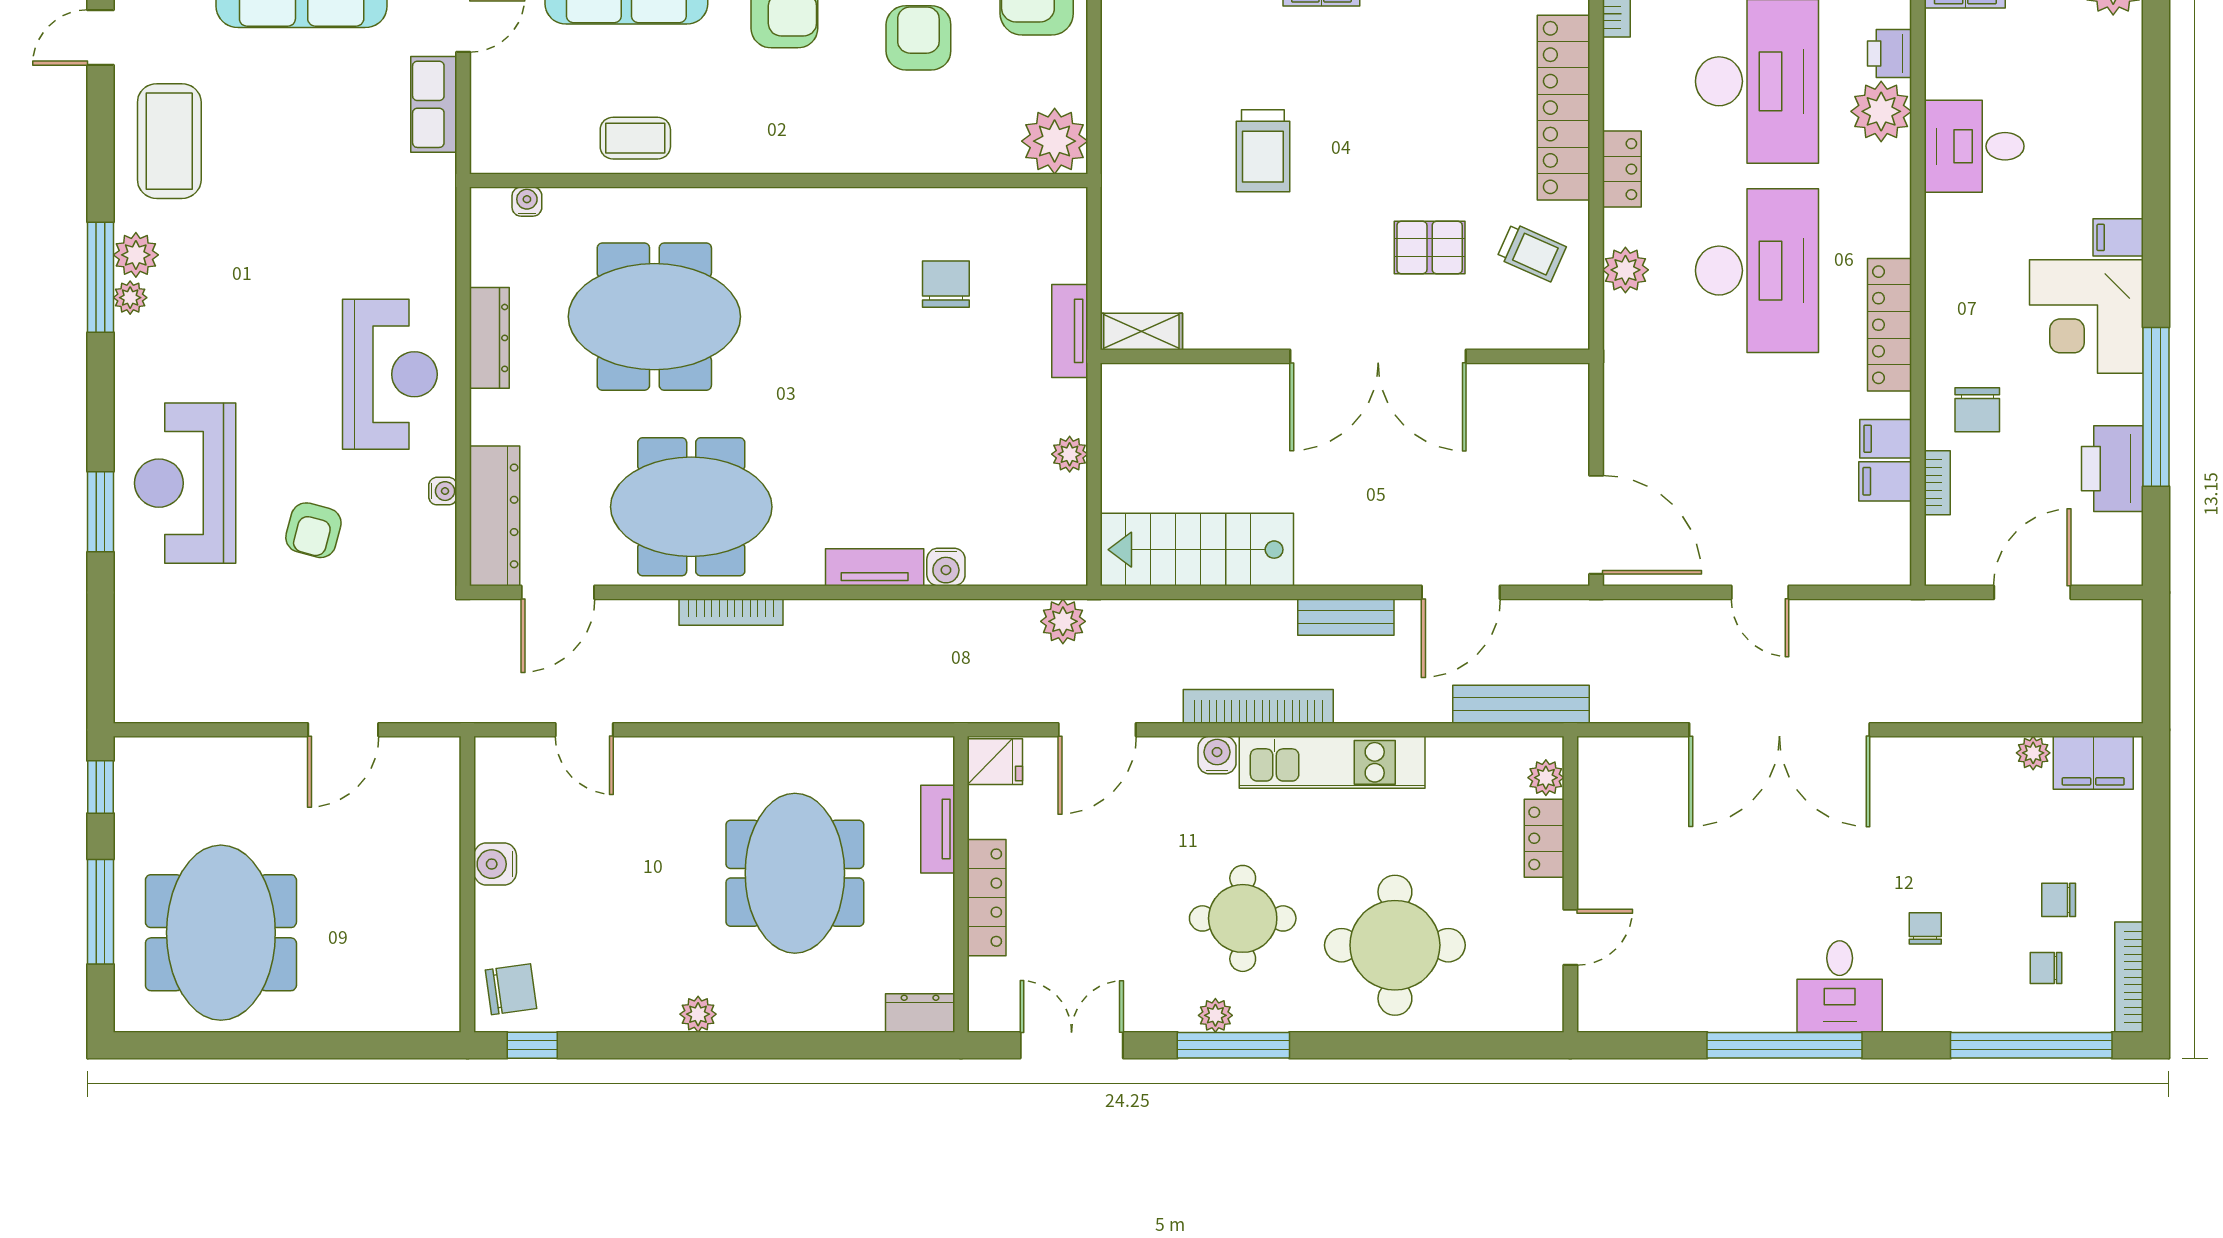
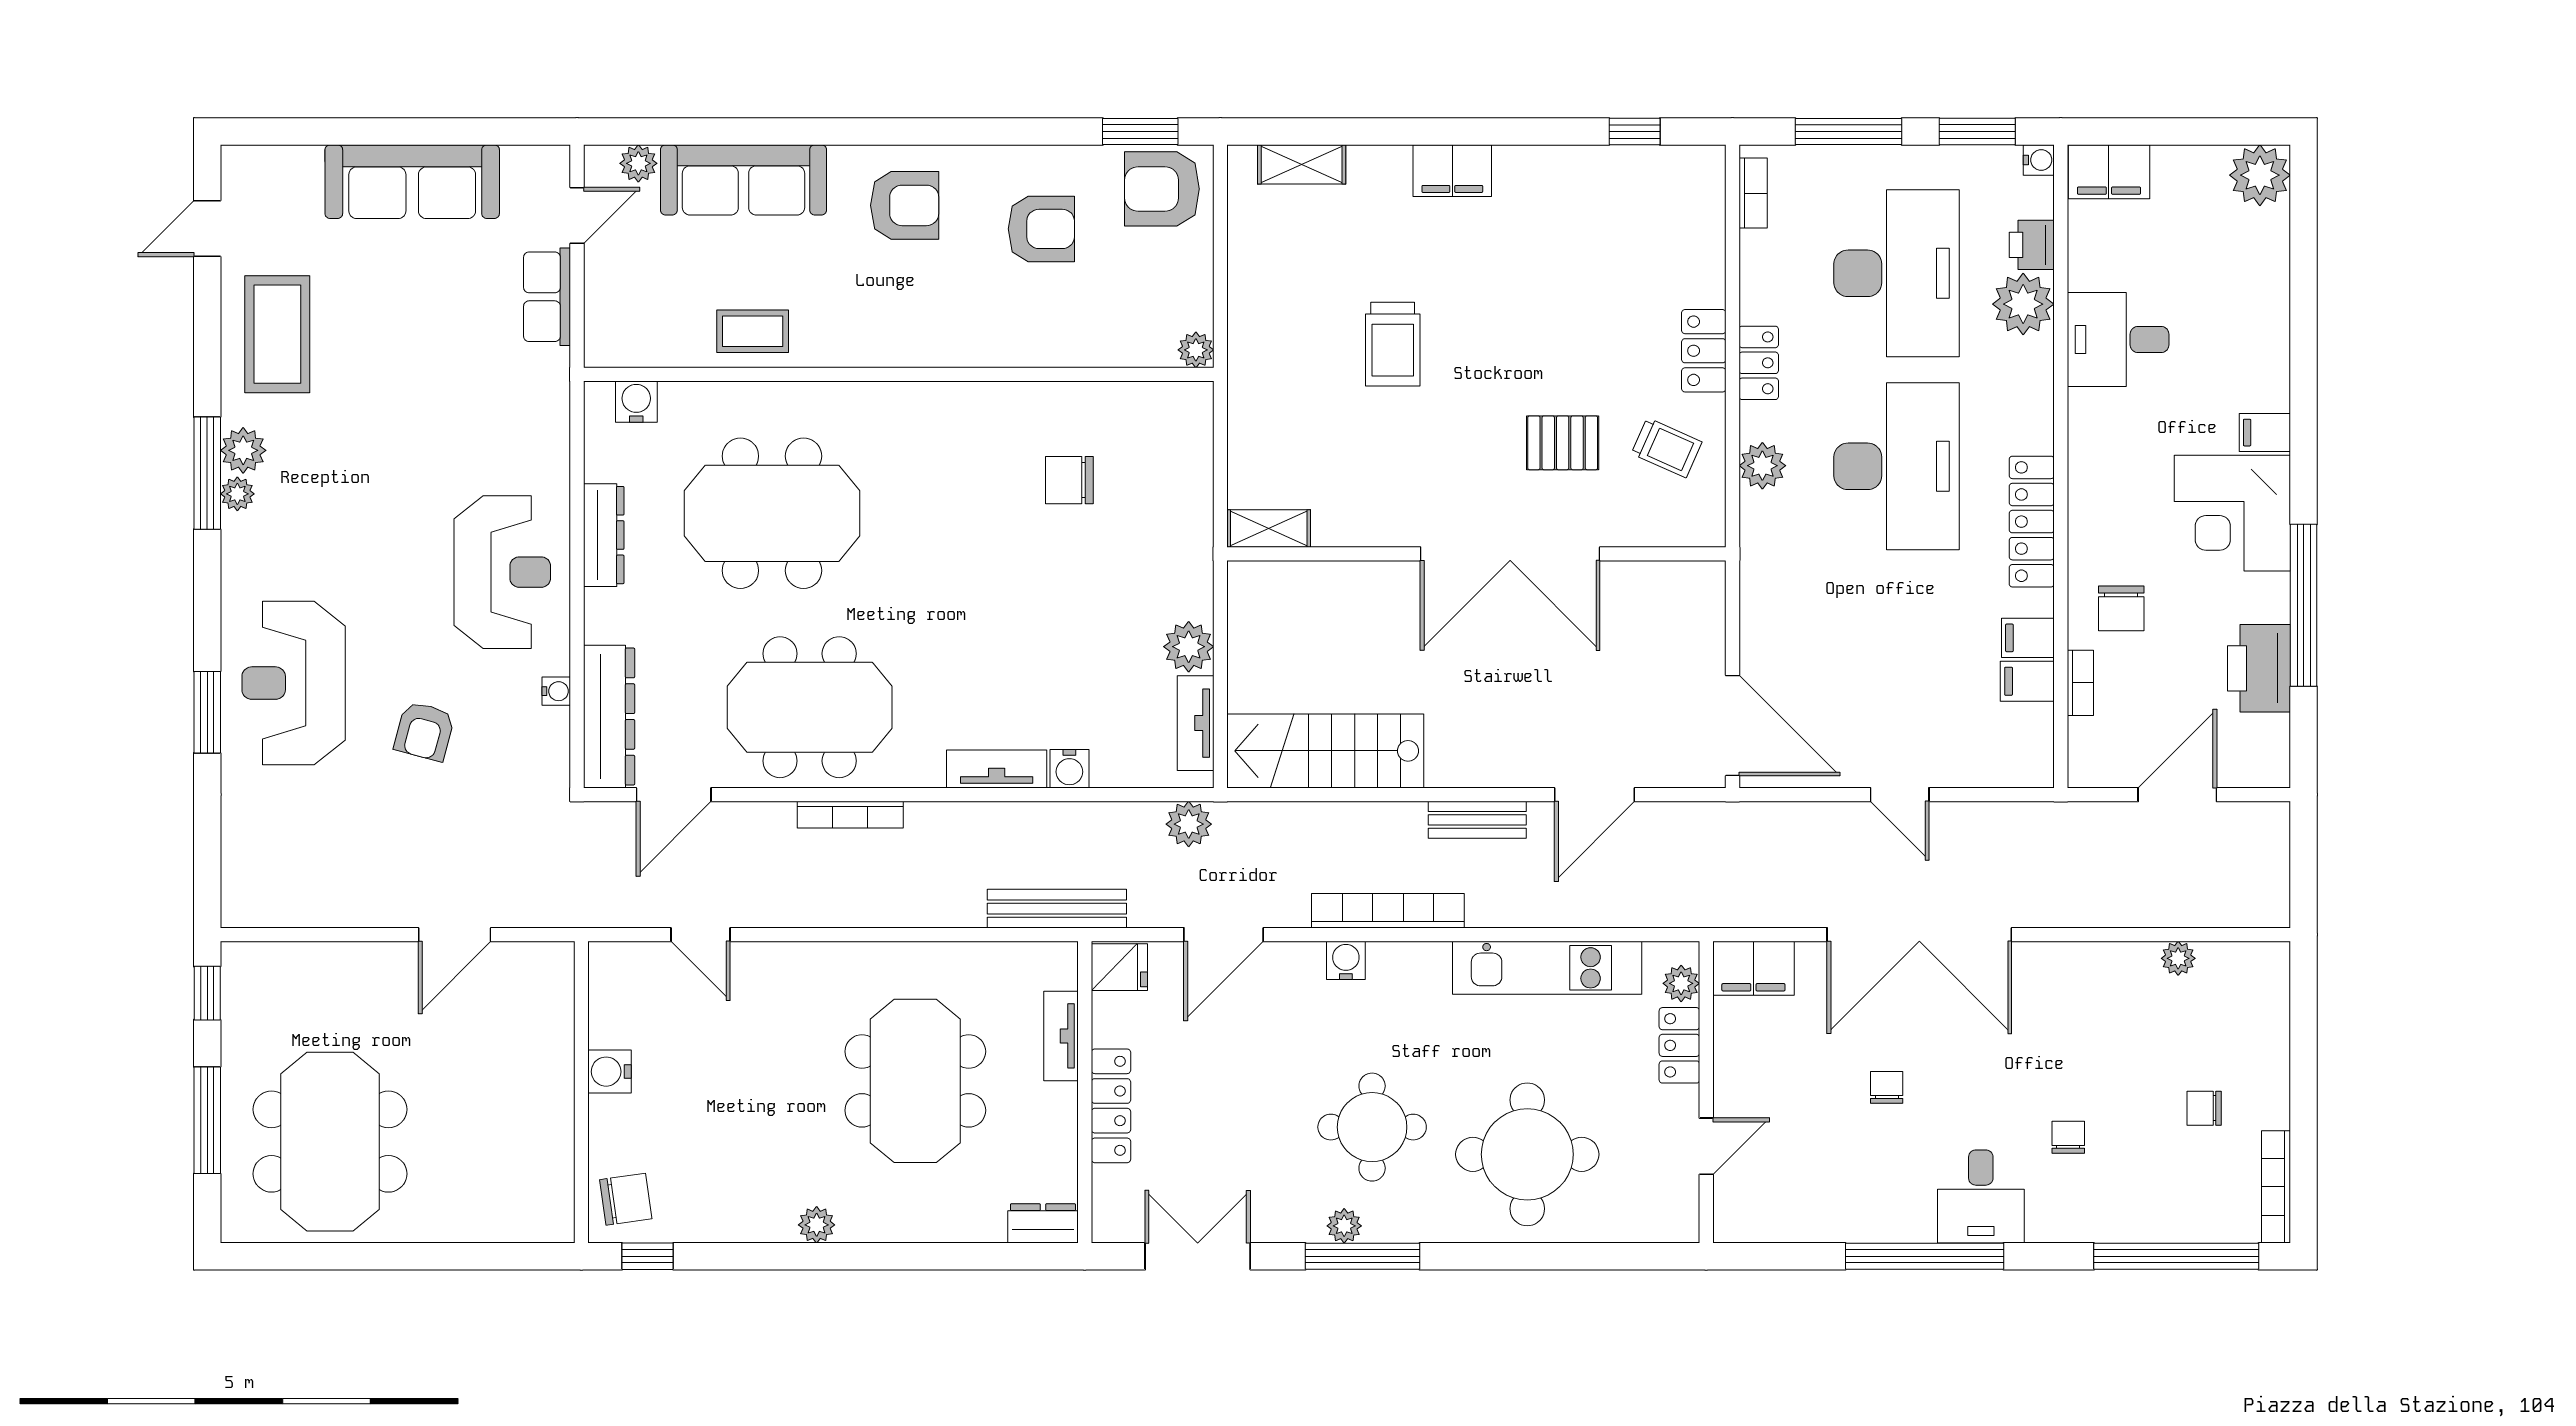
armchair: (918, 38) -> (1041, 229), turned 90
locker: (1563, 108) -> (1704, 351), width x0.46, depth x0.83
plant: (1055, 141) -> (1196, 350), width x0.53, depth x0.53
water cooler: (527, 202) -> (636, 402), width x1.38, depth x1.38
chair: (946, 284) -> (1069, 480), turned -90
tv unit: (1070, 331) -> (1196, 723), moved
plant: (1070, 454) -> (1189, 647), width x1.38, depth x1.38
bench: (1521, 704) -> (1057, 909), moved
kitchen unit: (1332, 762) -> (1547, 968), moved
filing cabinet: (2093, 763) -> (1753, 968), moved
chair: (2046, 968) -> (1887, 1087), moved, turned 90

